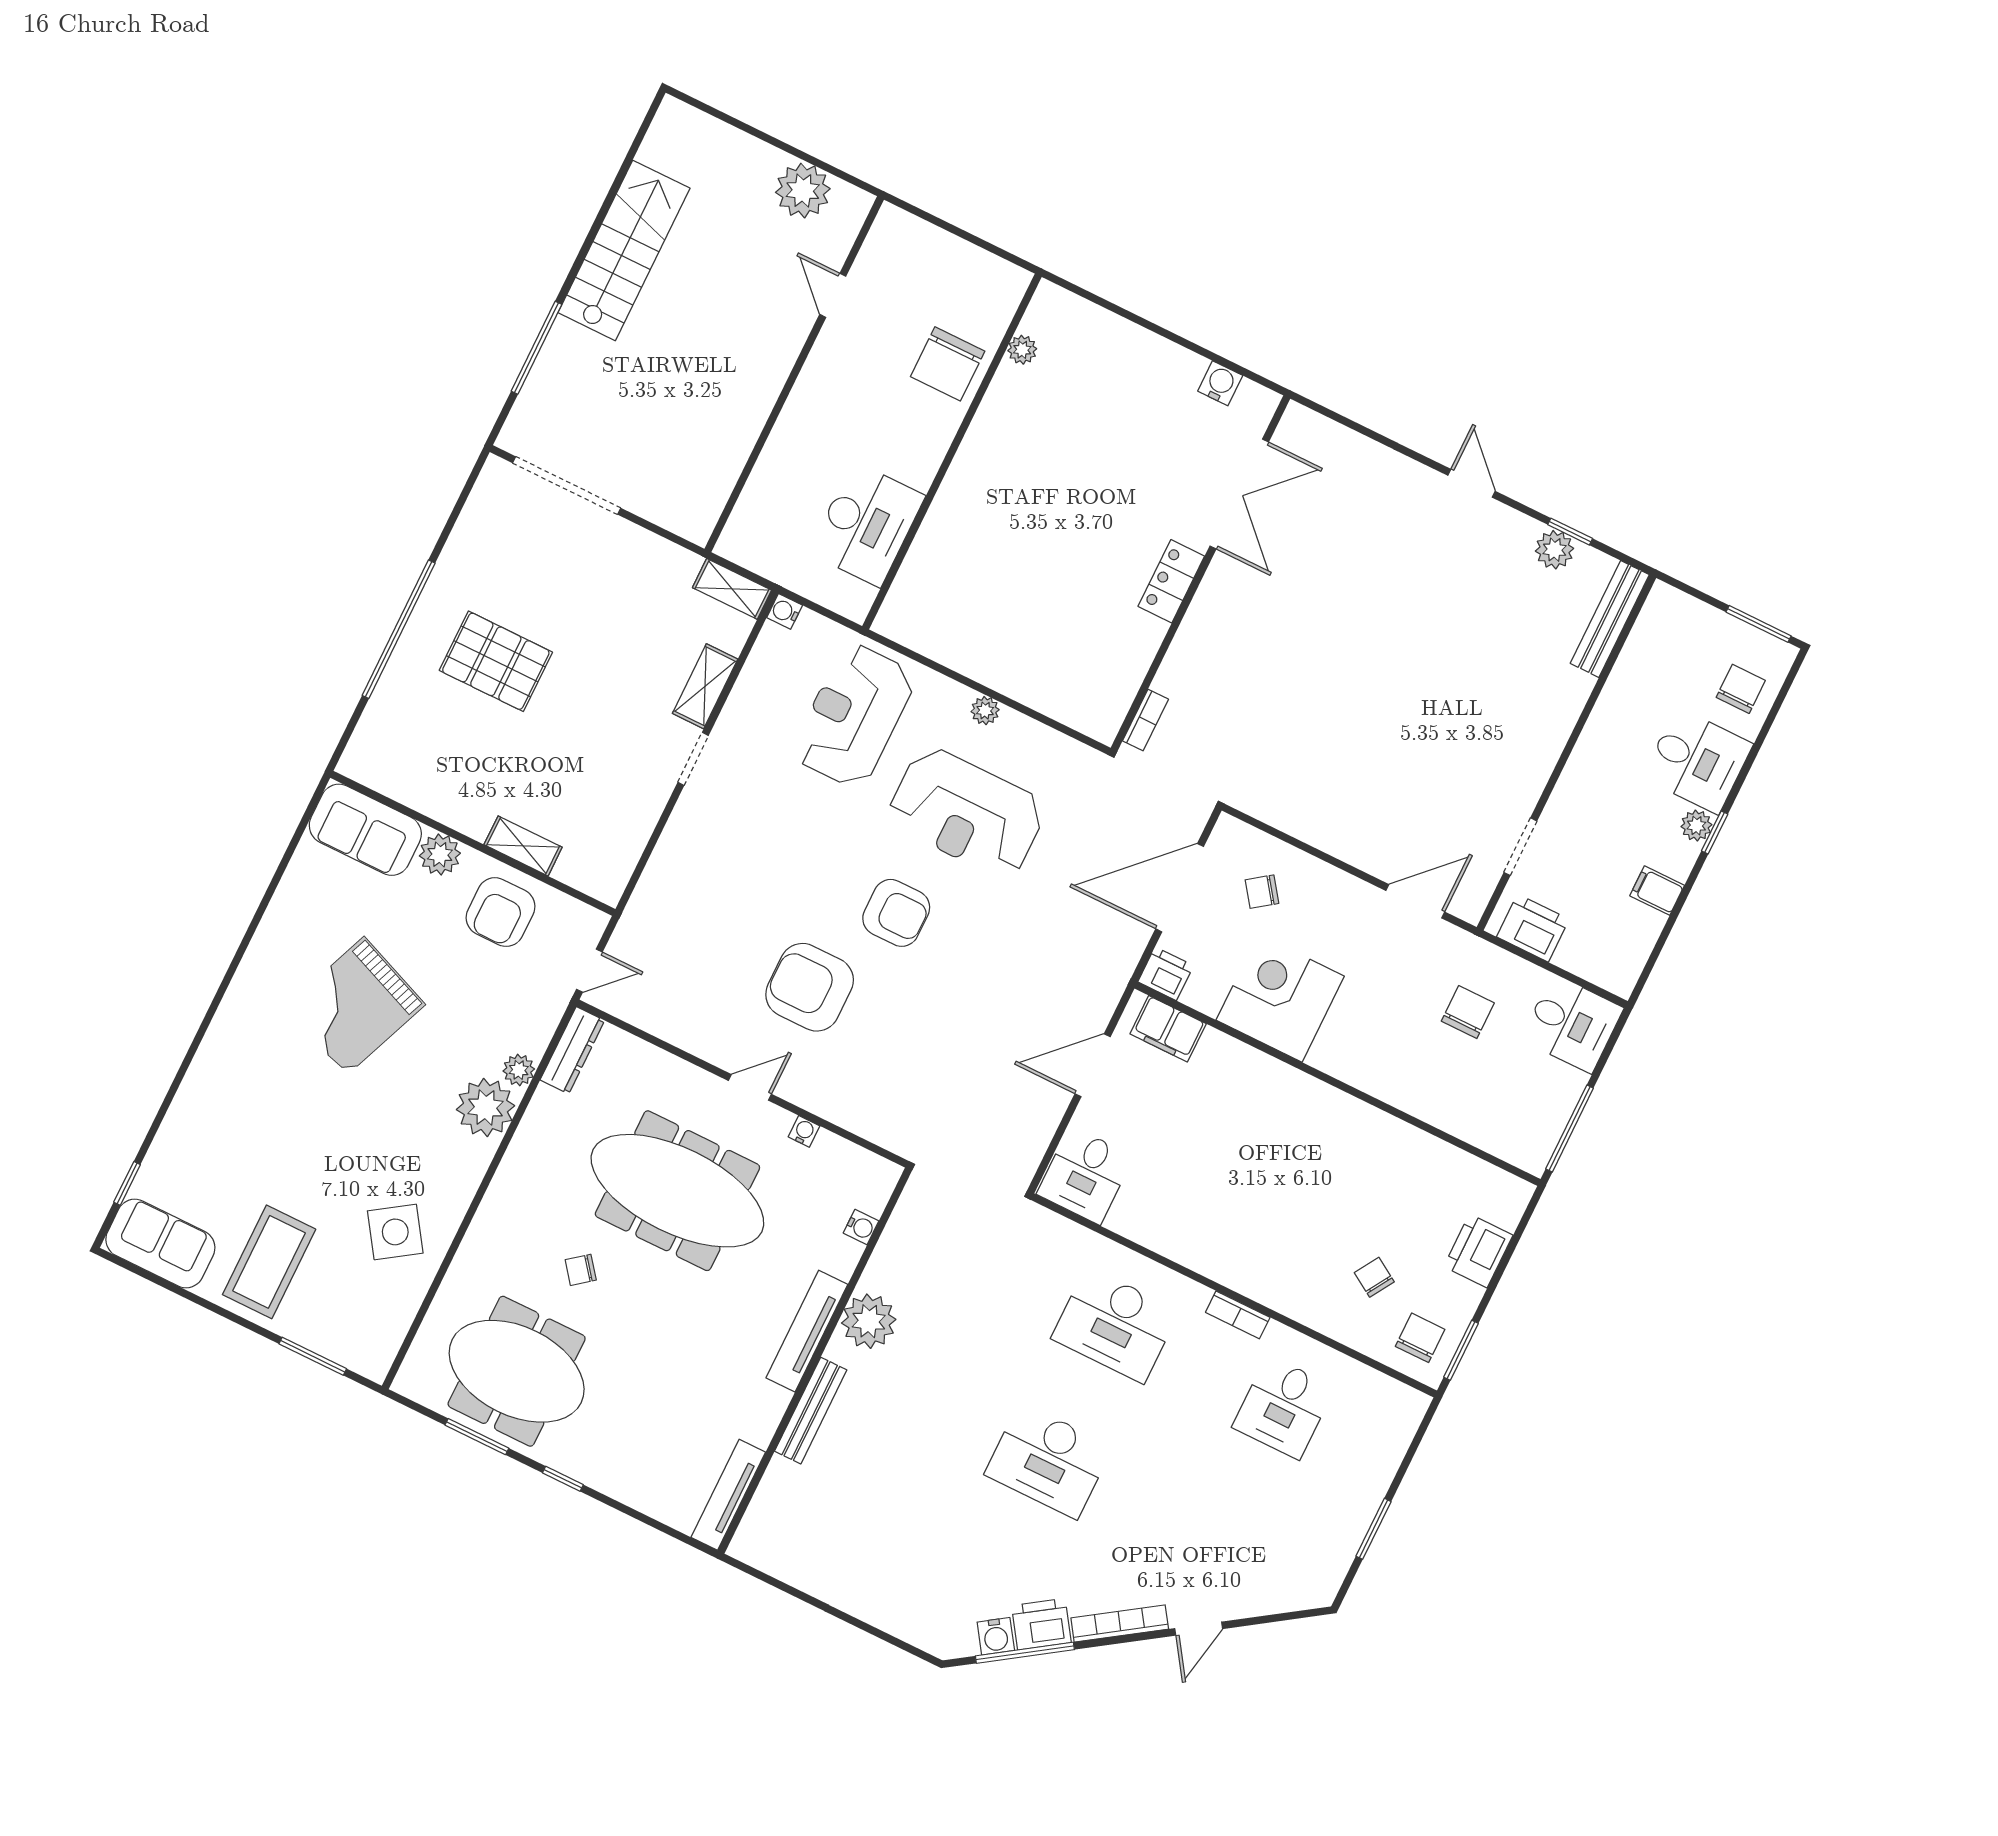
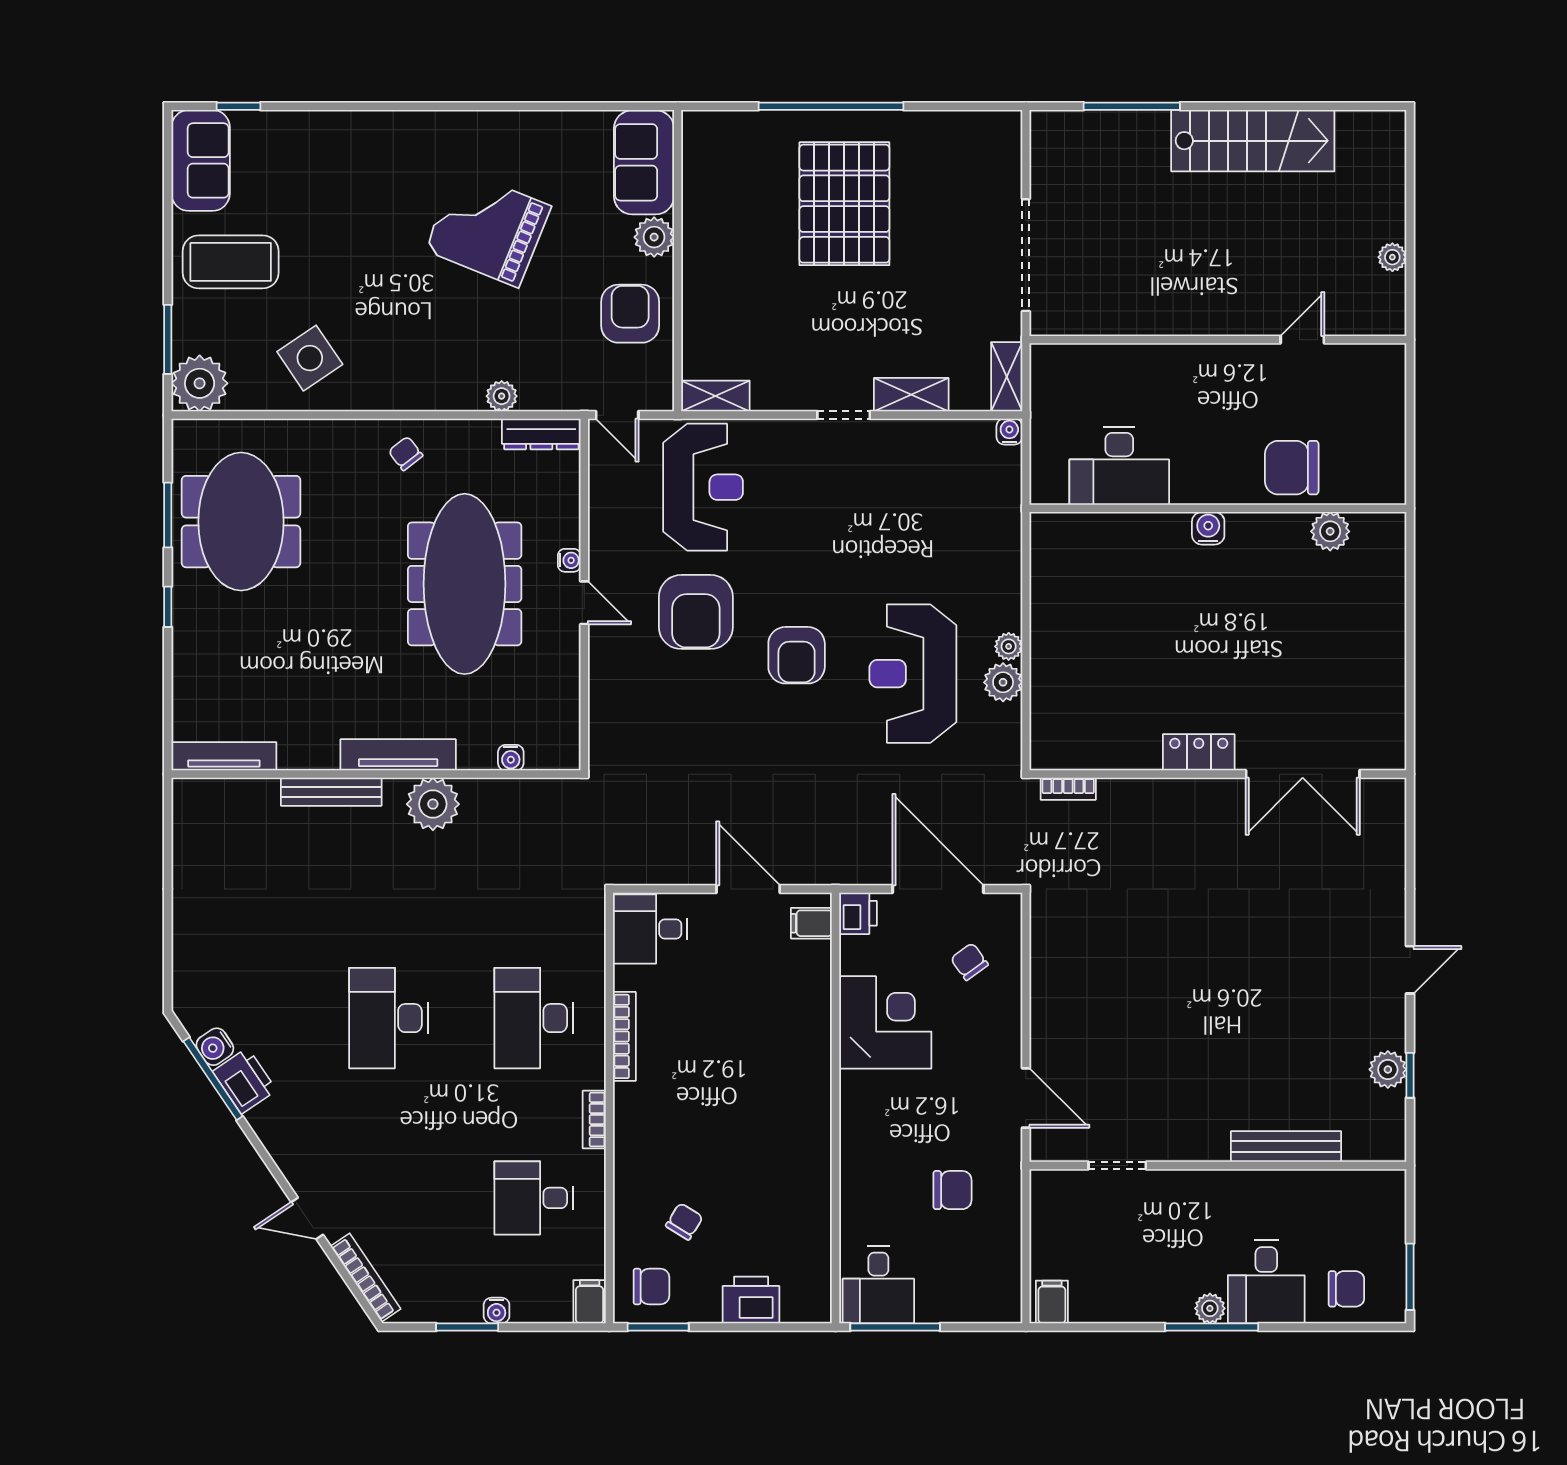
plant: (803, 191) -> (1392, 257), width x0.53, depth x0.53
plant: (1022, 350) -> (1330, 531), width x1.38, depth x1.38
water cooler: (1220, 383) -> (1208, 528), moved, turned -90
doorway: (567, 486) -> (1026, 255), moved
bench: (1610, 619) -> (1286, 1146), moved
pallet: (496, 661) -> (844, 204), width x1.37, depth x1.41
reception desk: (854, 715) -> (703, 487), moved, turned 90
plant: (1016, 732) -> (1003, 682), added
window: (1715, 833) -> (1212, 1327), width x2.17
shelving: (523, 846) -> (715, 396), moved, turned 90
filing cabinet: (1657, 891) -> (1052, 1302), moved
armchair: (501, 912) -> (630, 314), turned 90
printer: (1533, 928) -> (1052, 1211), removed
armchair: (810, 987) -> (696, 612), turned 180
desk: (1572, 1024) -> (878, 1285), moved
filing cabinet: (1168, 1029) -> (811, 923), width x0.50
plant: (485, 1108) -> (200, 383), moved
water cooler: (804, 1131) -> (569, 560), moved
bookcase: (1174, 1249) -> (624, 1036), added
chair: (581, 1270) -> (406, 453), moved
filing cabinet: (1406, 1403) -> (590, 1302), added
water cooler: (1372, 1494) -> (497, 1311), added
bookcase: (1120, 1623) -> (366, 1278), moved

